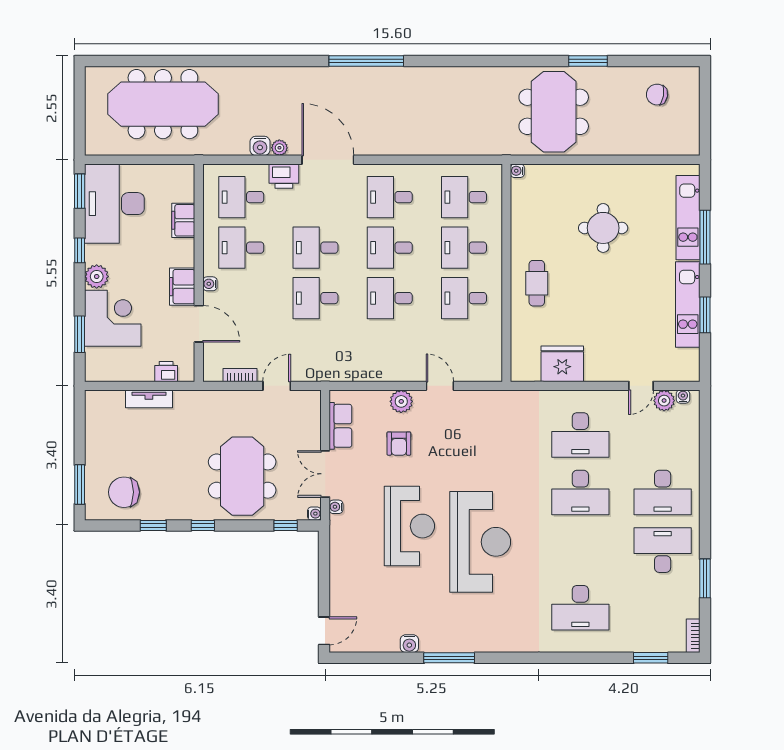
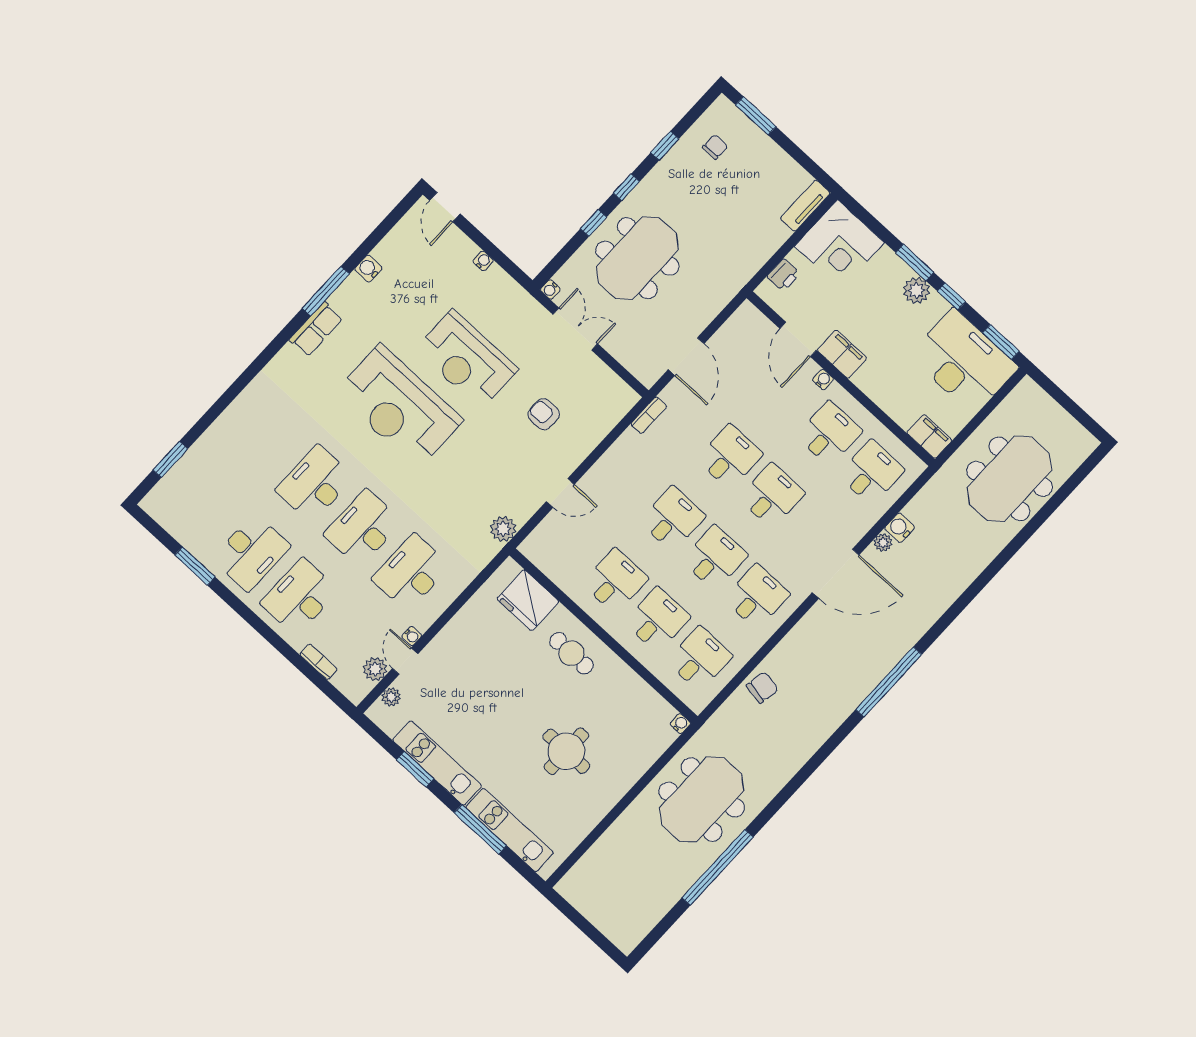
window: (588, 61) -> (718, 867), width x2.11
chair: (657, 95) -> (762, 688), moved
meeting table: (163, 104) -> (1009, 479), width x0.73
meeting table: (554, 112) -> (702, 799), turned 90
printer: (284, 176) -> (856, 524), removed
filing cabinet: (183, 220) -> (929, 436), moved
corner desk: (113, 318) -> (839, 244), moved
door: (199, 324) -> (798, 339), hinge flipped
window: (80, 334) -> (915, 262), moved
fridge: (562, 364) -> (528, 600), moved, turned 90
plant: (673, 373) -> (391, 697), added
bookcase: (240, 375) -> (649, 415), moved
door: (277, 386) -> (686, 357), width x1.38
water cooler: (683, 397) -> (412, 636), moved
tv unit: (149, 399) -> (805, 206), moved
plant: (401, 401) -> (503, 529), moved
row of seats: (340, 426) -> (316, 329), moved, turned -90
meeting table: (242, 476) -> (637, 258), turned 90
chair: (124, 492) -> (715, 147), width x0.54, depth x0.54
water cooler: (336, 507) -> (483, 261), moved
window: (286, 525) -> (593, 223), moved
desk: (580, 608) -> (315, 484), moved
bookcase: (693, 636) -> (318, 662), moved

